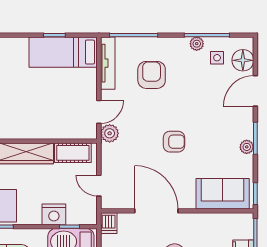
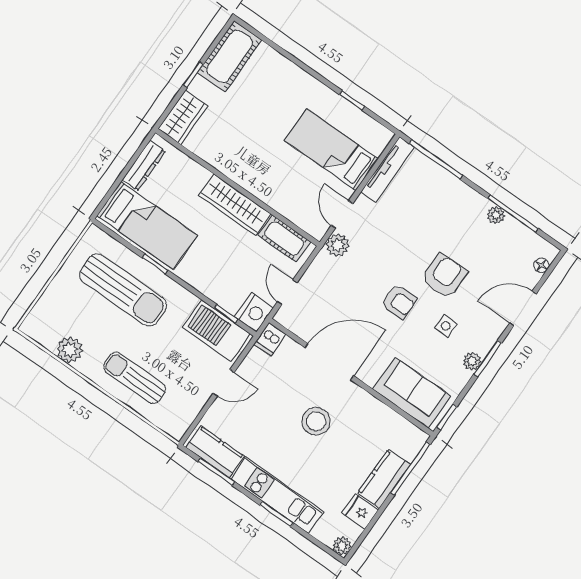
bed: (63, 52) -> (331, 150), moved
side table: (217, 58) -> (446, 326), moved
floor lamp: (243, 60) -> (541, 265), width x0.53, depth x0.53
armchair: (152, 75) -> (444, 276), moved
door: (99, 112) -> (342, 215), swing flipped
door: (156, 211) -> (329, 362), hinge flipped
nightstand: (54, 214) -> (254, 312), moved, turned -90

